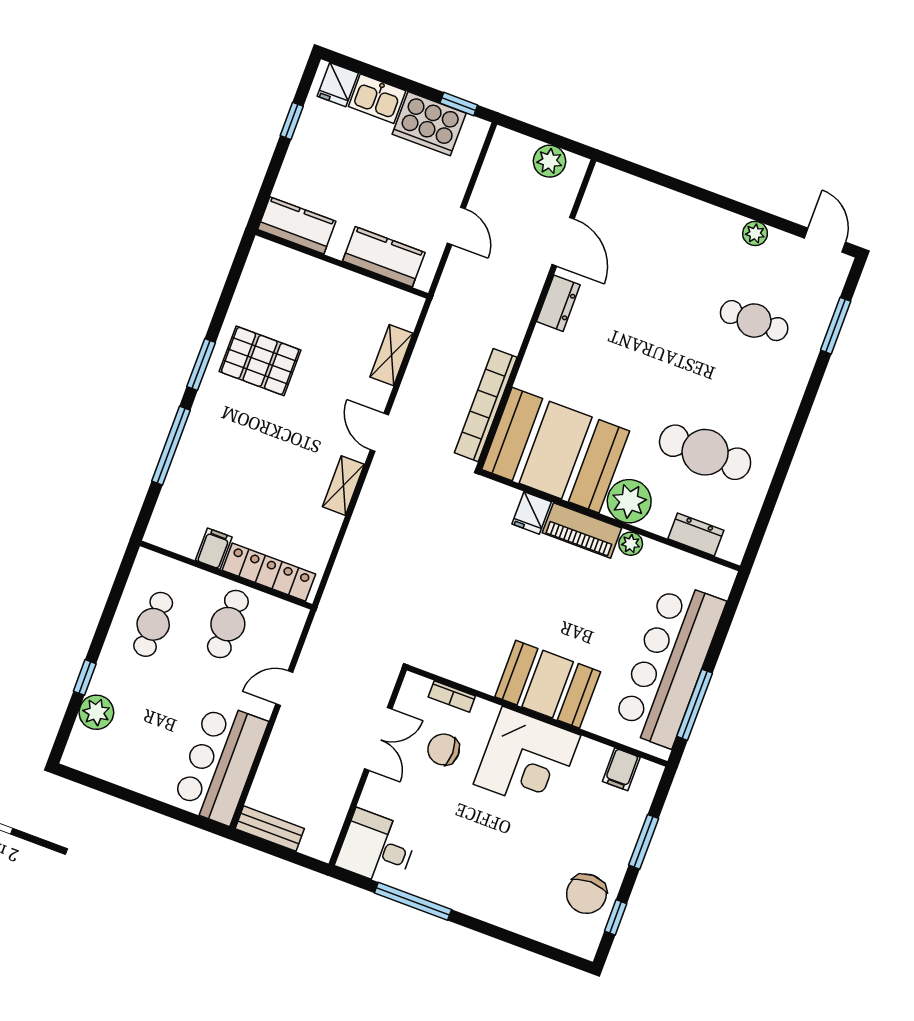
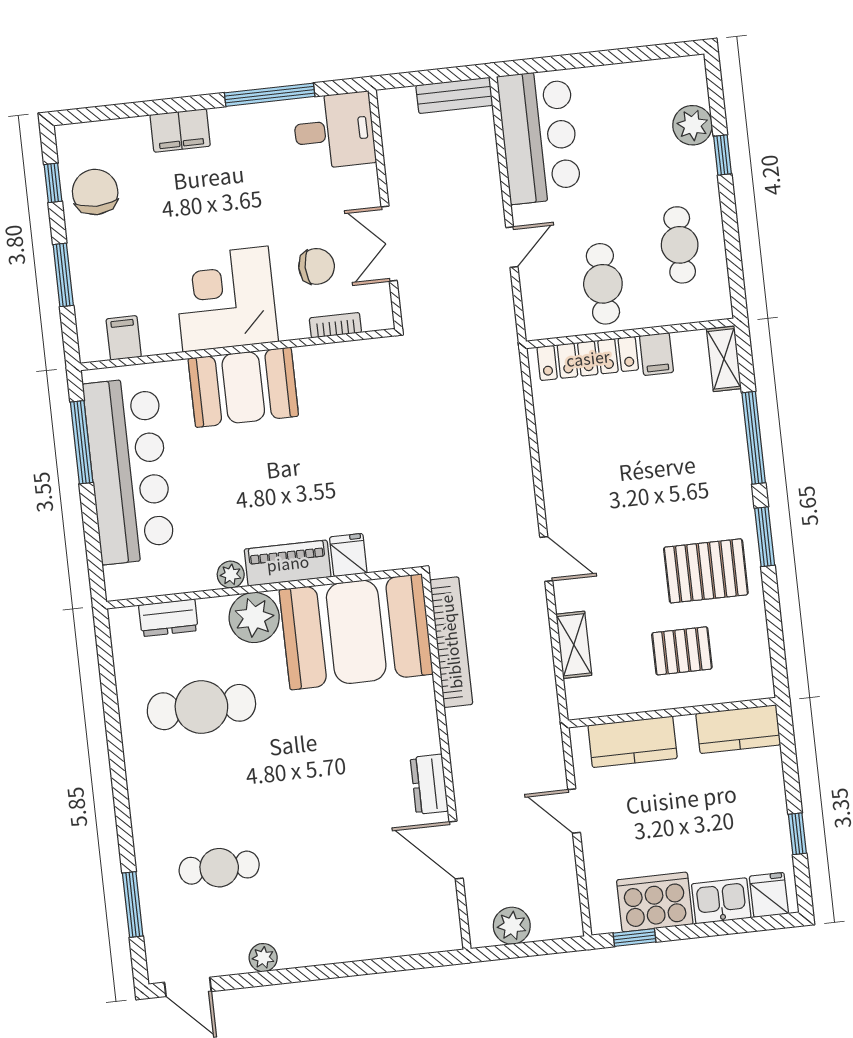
pallet: (310, 308) -> (682, 651), added
shelving: (343, 486) -> (724, 359), moved
filing cabinet: (496, 908) -> (180, 130), added

